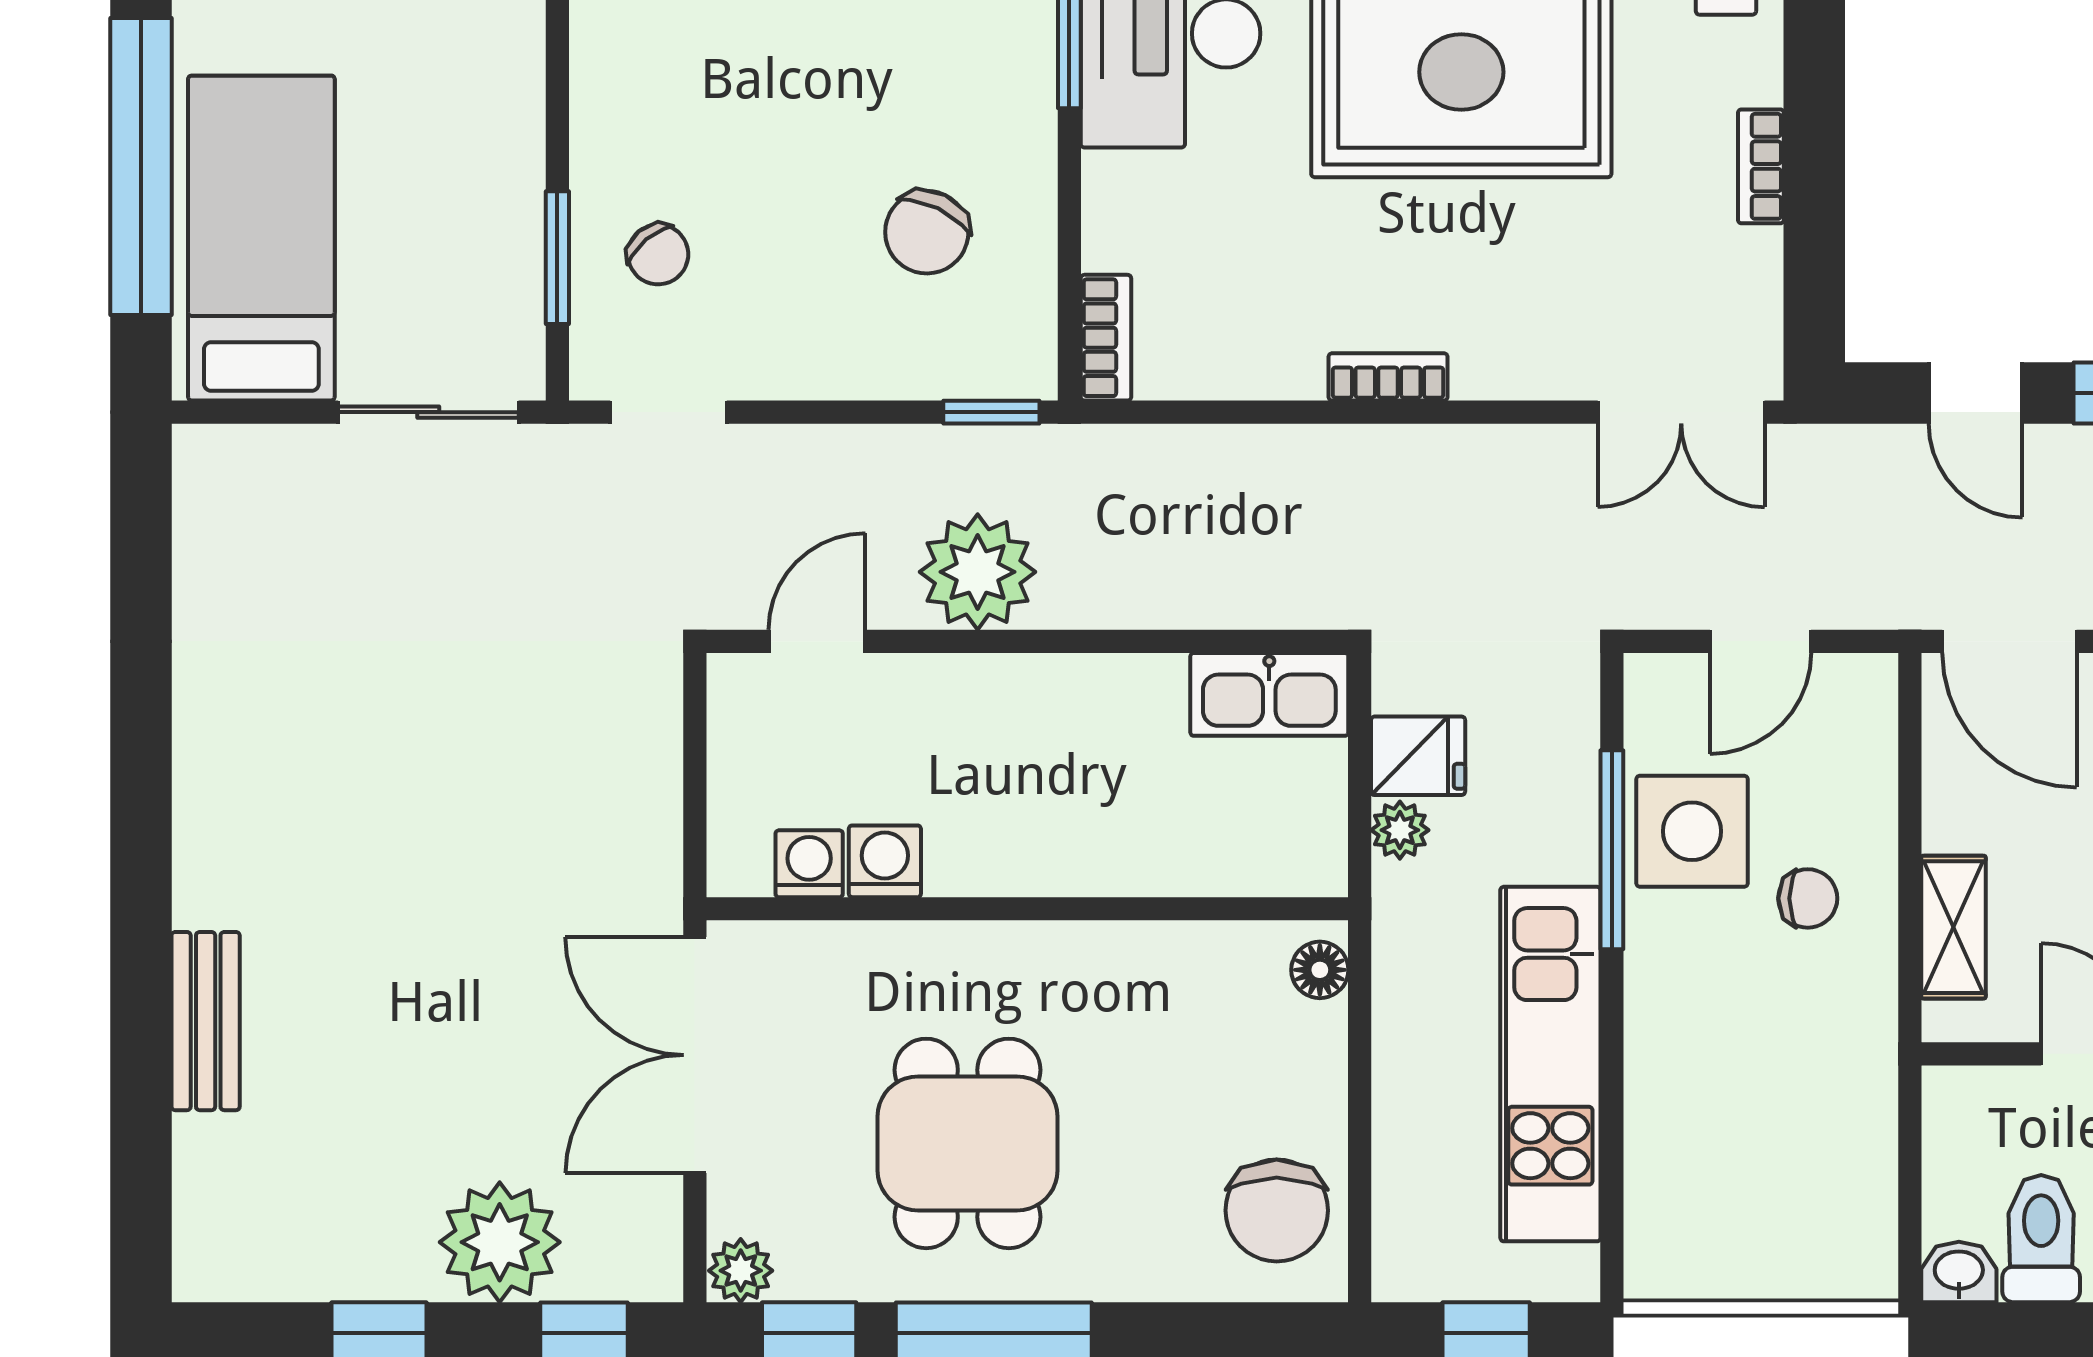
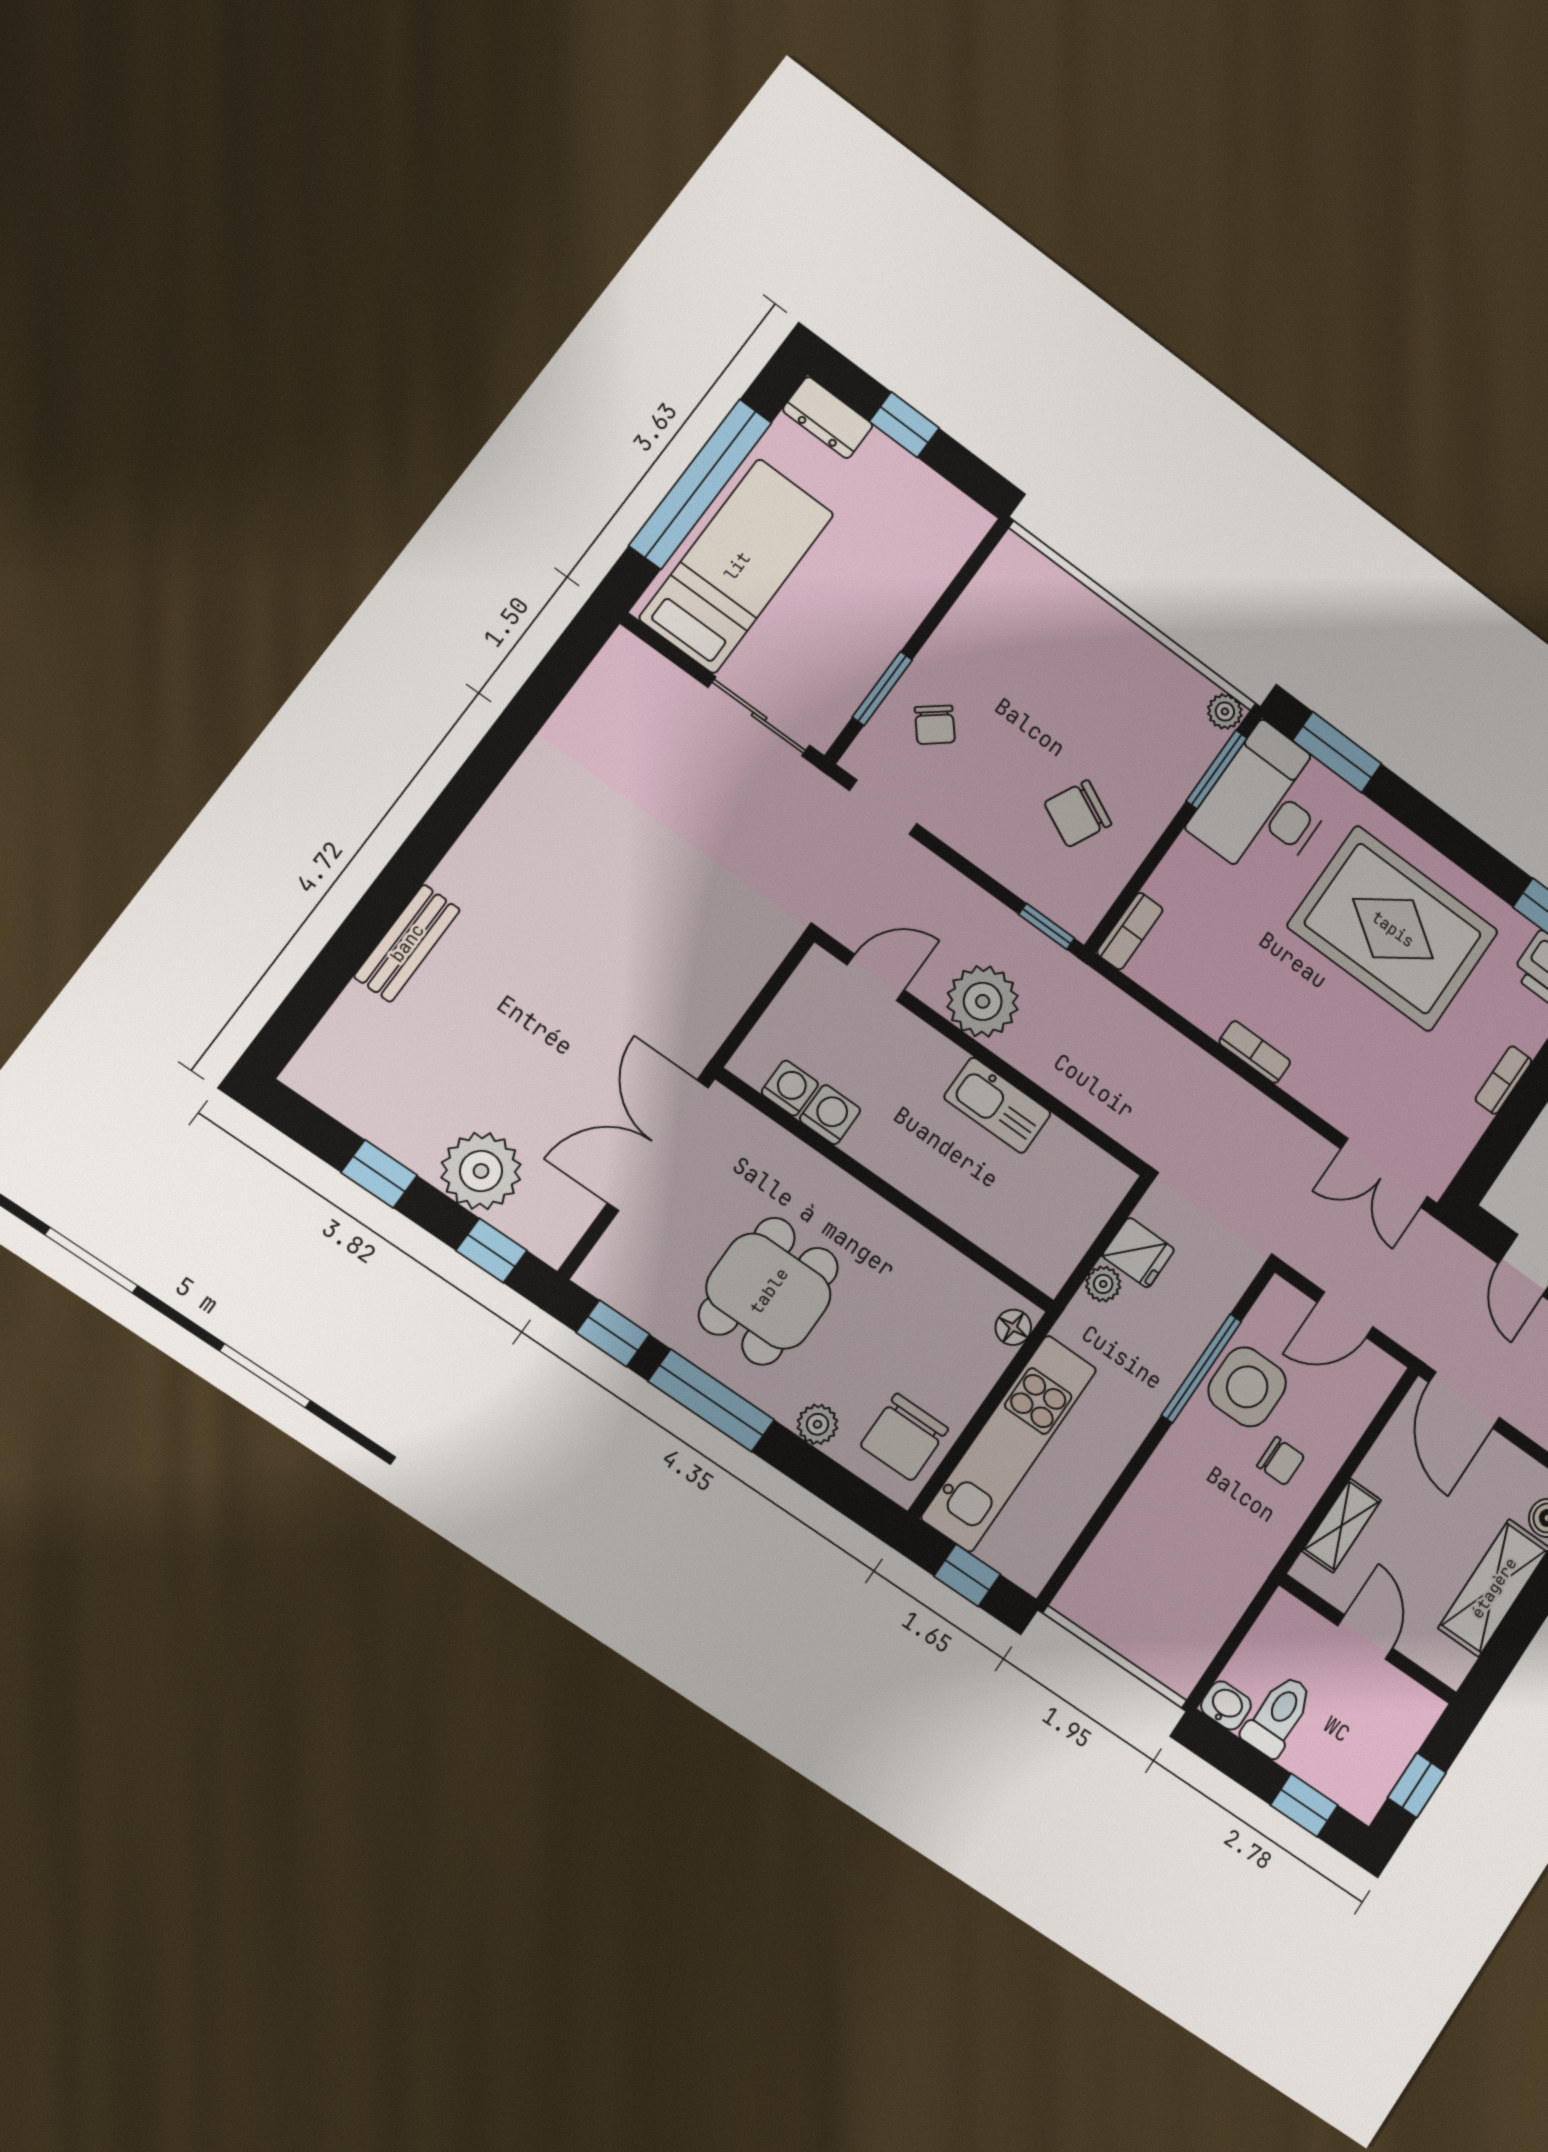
kitchen sink: (1269, 694) -> (997, 1105), moved
kitchen unit: (1550, 1064) -> (1009, 1443), moved, turned 180
plant: (741, 1271) -> (818, 1424), moved

